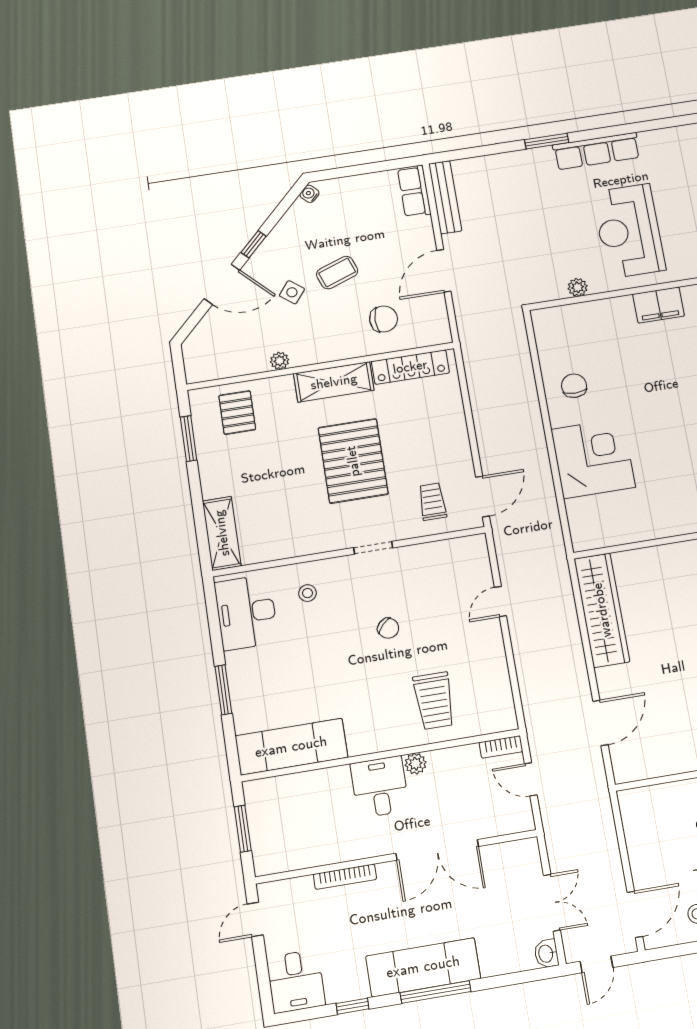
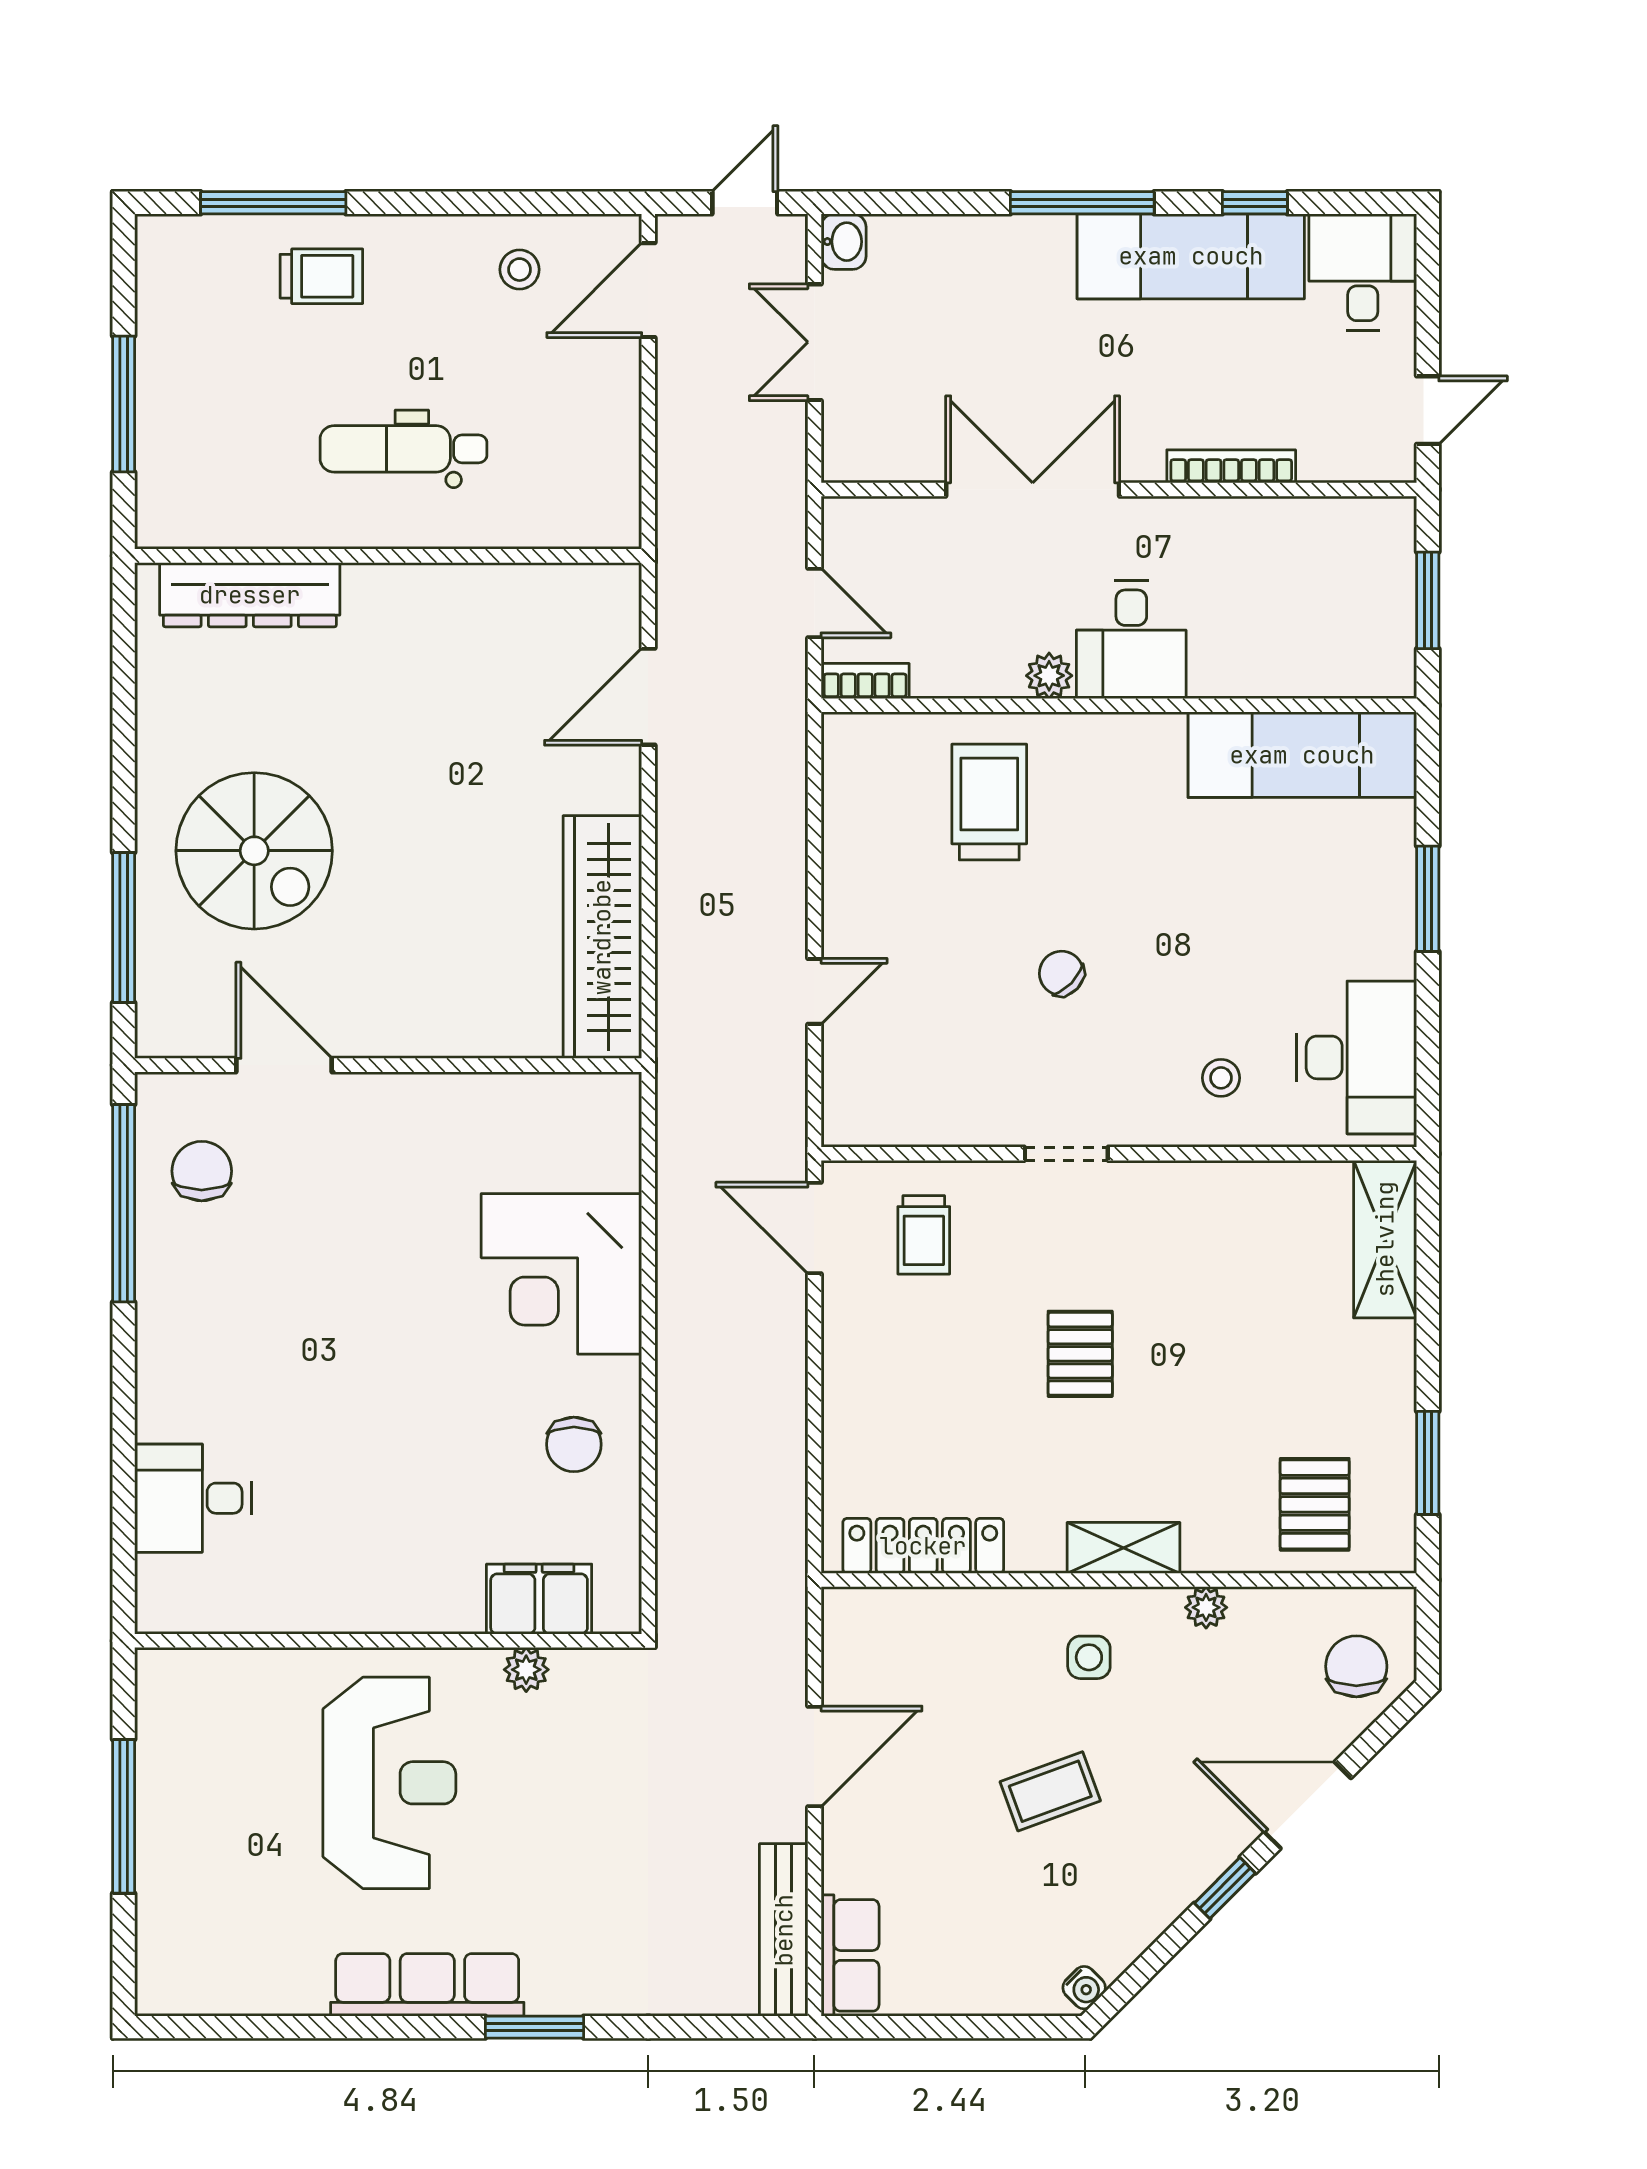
side table: (292, 292) -> (1089, 1657), moved, turned -38
filing cabinet: (659, 305) -> (539, 1599), moved
chair: (384, 319) -> (1356, 1666), moved, turned 90
shelving: (334, 382) -> (1124, 1548), width x0.67, depth x0.75
pallet: (353, 461) -> (1080, 1354), width x0.49, depth x0.50
door: (482, 497) -> (814, 1228), hinge flipped
exam couch: (423, 967) -> (1191, 256), moved

